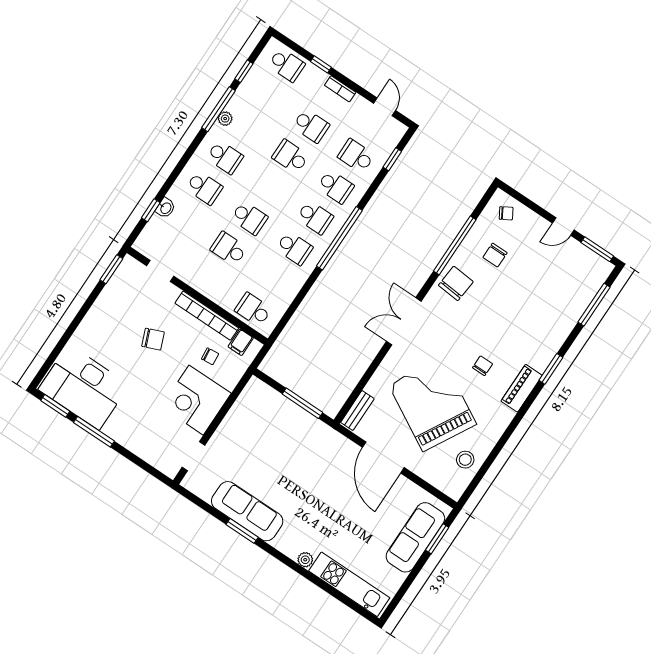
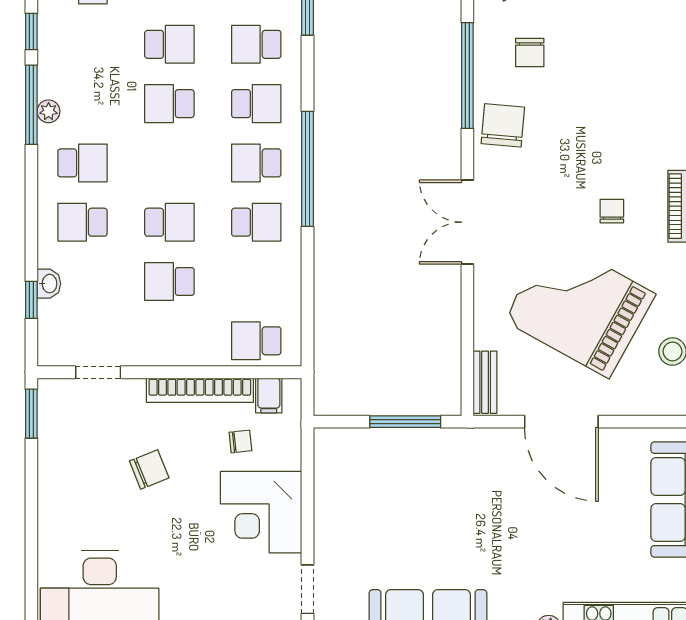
school desk: (204, 188) -> (83, 222), turned 180
school desk: (315, 217) -> (256, 163), turned 180

